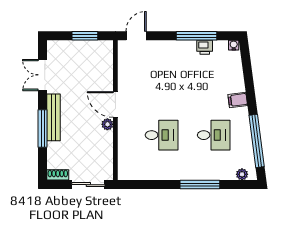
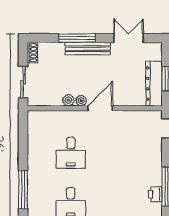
dresser: (90, 49) -> (154, 84), added
plant: (107, 137) -> (68, 100), added

